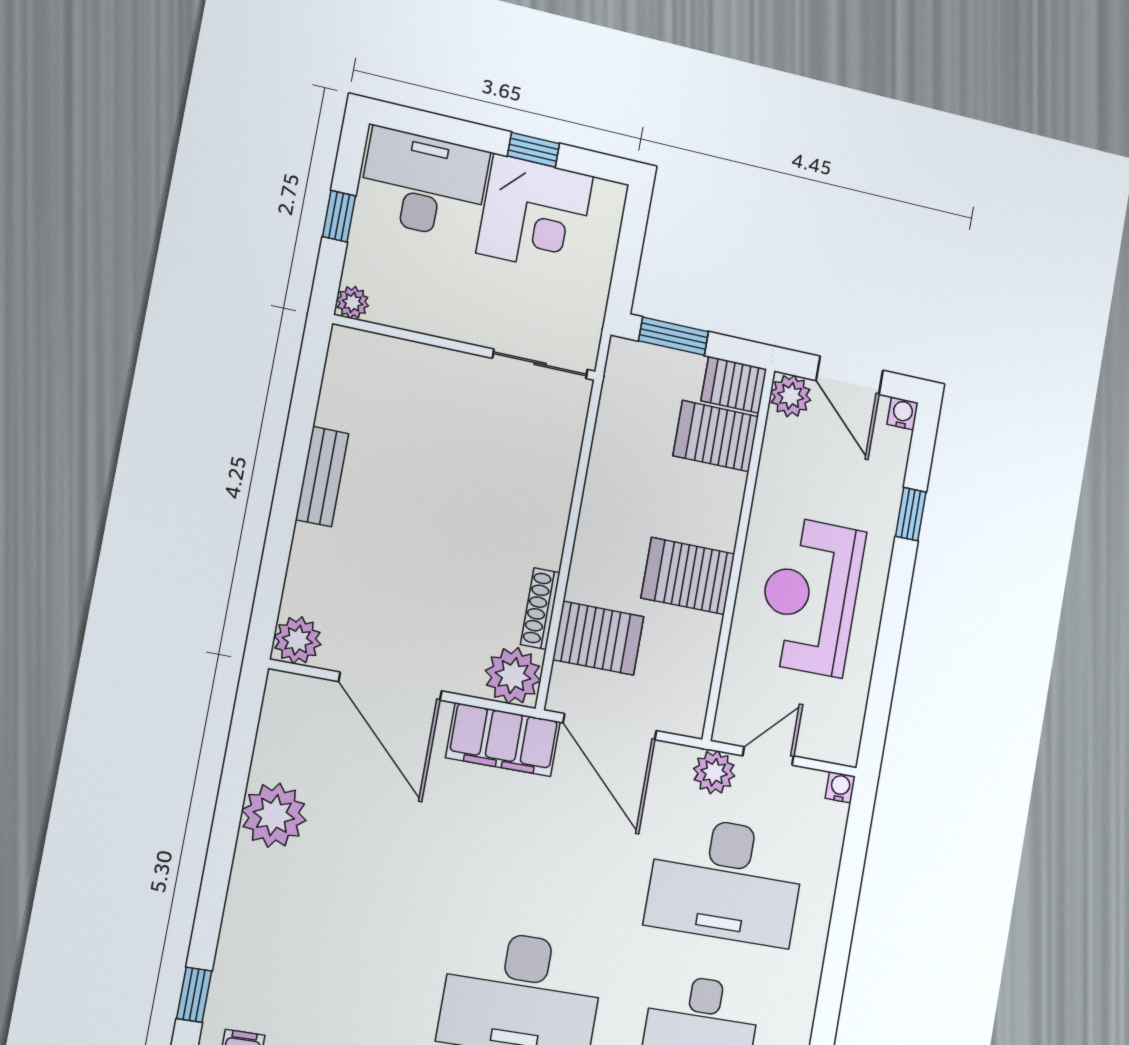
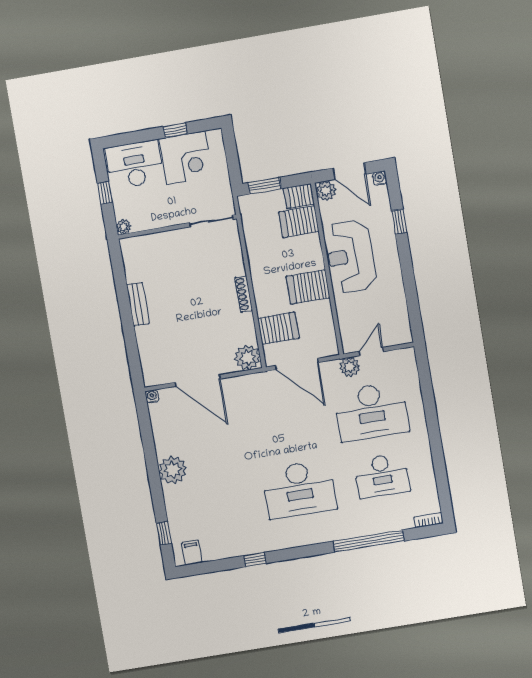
reception desk: (810, 596) -> (351, 256), moved
shoe rack: (540, 609) -> (244, 294), moved
plant: (297, 640) -> (153, 376), removed
filing cabinet: (503, 740) -> (253, 386), removed
water cooler: (840, 787) -> (152, 396), moved
plant: (274, 815) -> (173, 470), moved

